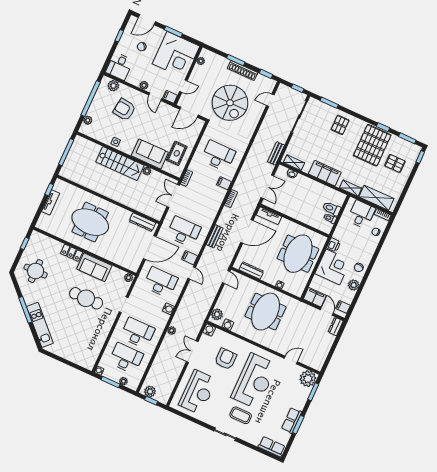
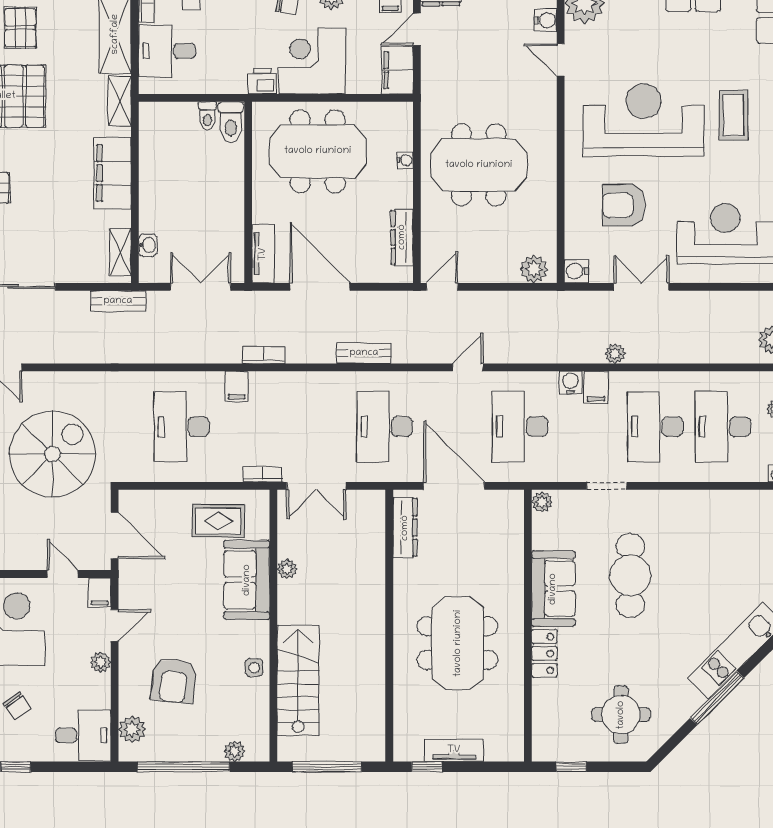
stairs: (120, 164) -> (298, 680), moved
toilet: (332, 209) -> (231, 122), moved
filing cabinet: (190, 258) -> (596, 387), moved
water cooler: (228, 325) -> (546, 20), moved
double door: (192, 352) -> (641, 287), swing flipped

